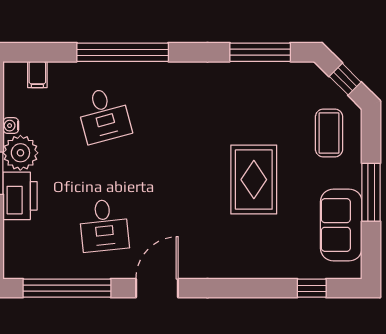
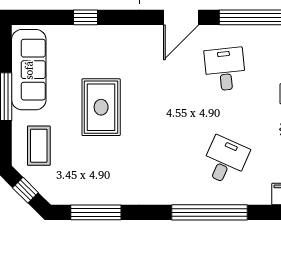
desk: (104, 115) -> (225, 161), turned 39
sofa: (341, 225) -> (29, 70), width x1.36
window: (312, 288) -> (86, 17), moved

